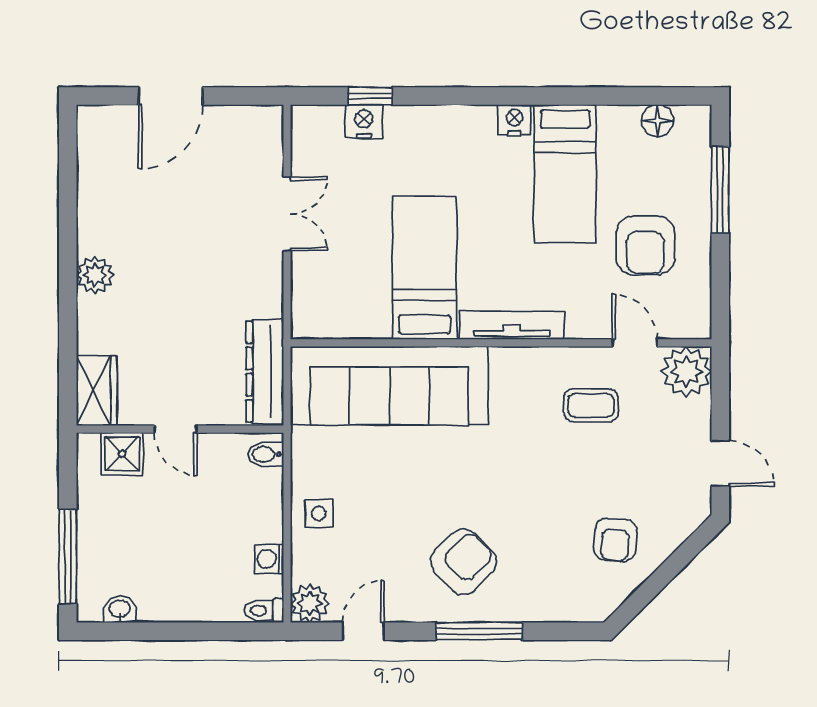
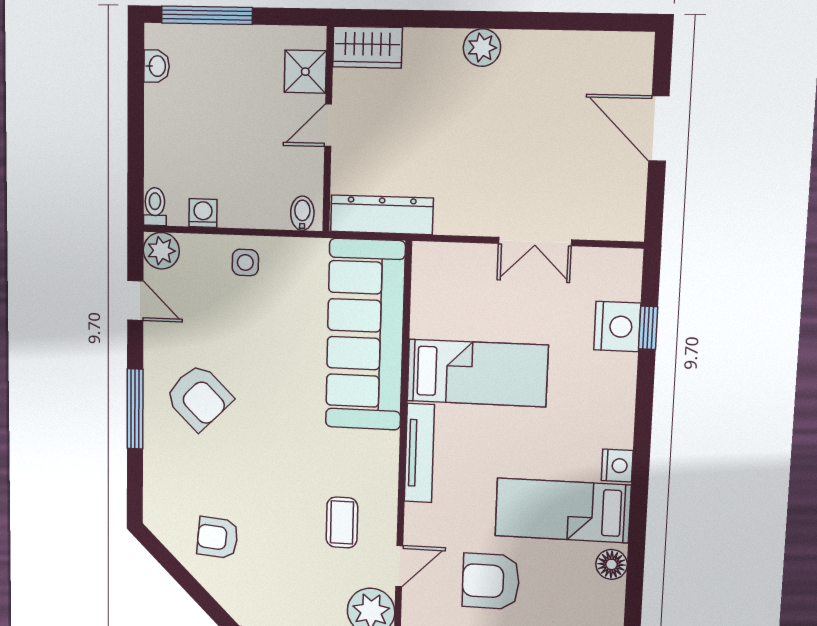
floor lamp: (658, 121) -> (612, 564), moved
nightstand: (364, 122) -> (617, 327), width x1.36, depth x1.33

